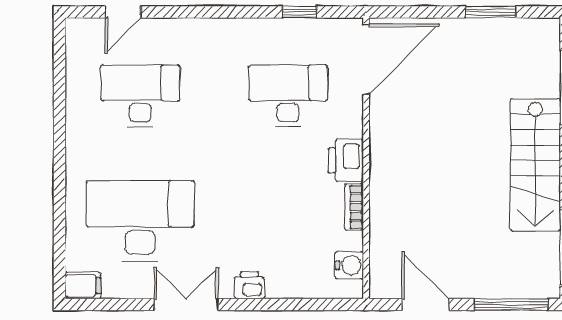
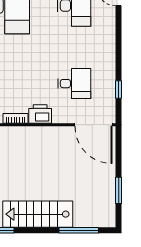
desk: (288, 96) -> (74, 84), width x0.73

